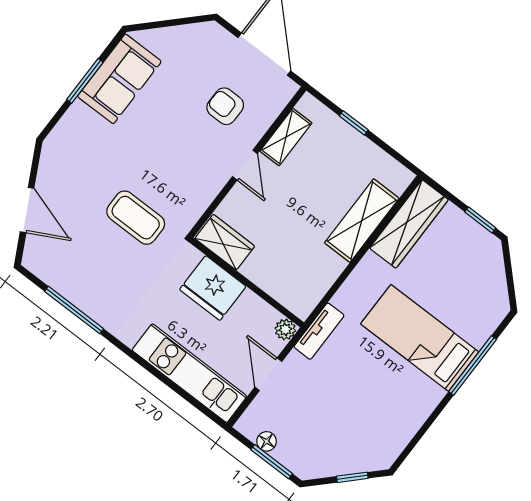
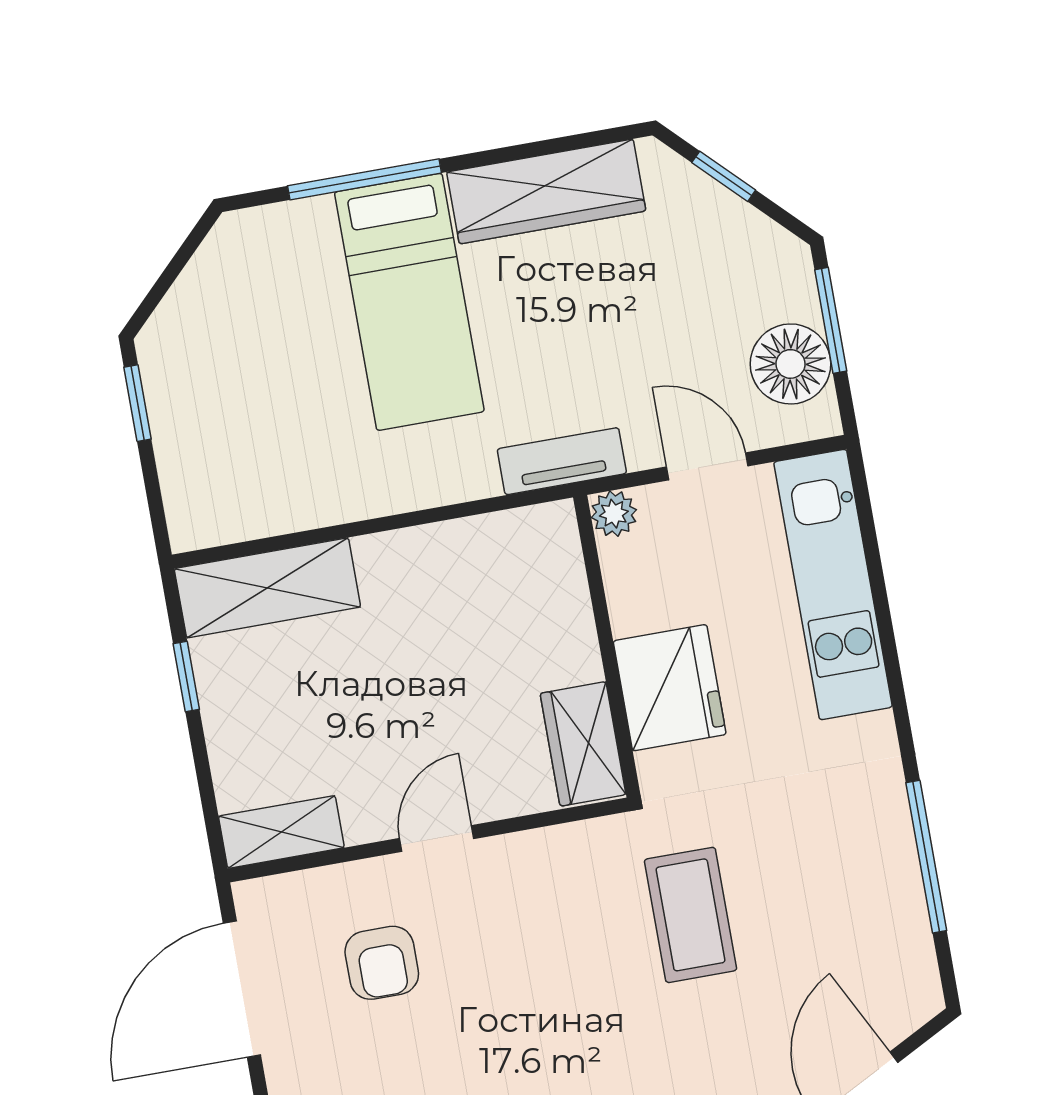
window: (354, 123) -> (186, 677), moved
shelving: (286, 137) -> (281, 832), moved
shelving: (362, 221) -> (267, 588), moved
wardrobe: (409, 224) -> (546, 191), moved, turned 180
door: (268, 374) -> (707, 466), swing flipped
floor lamp: (267, 441) -> (791, 364), width x1.89, depth x1.89

